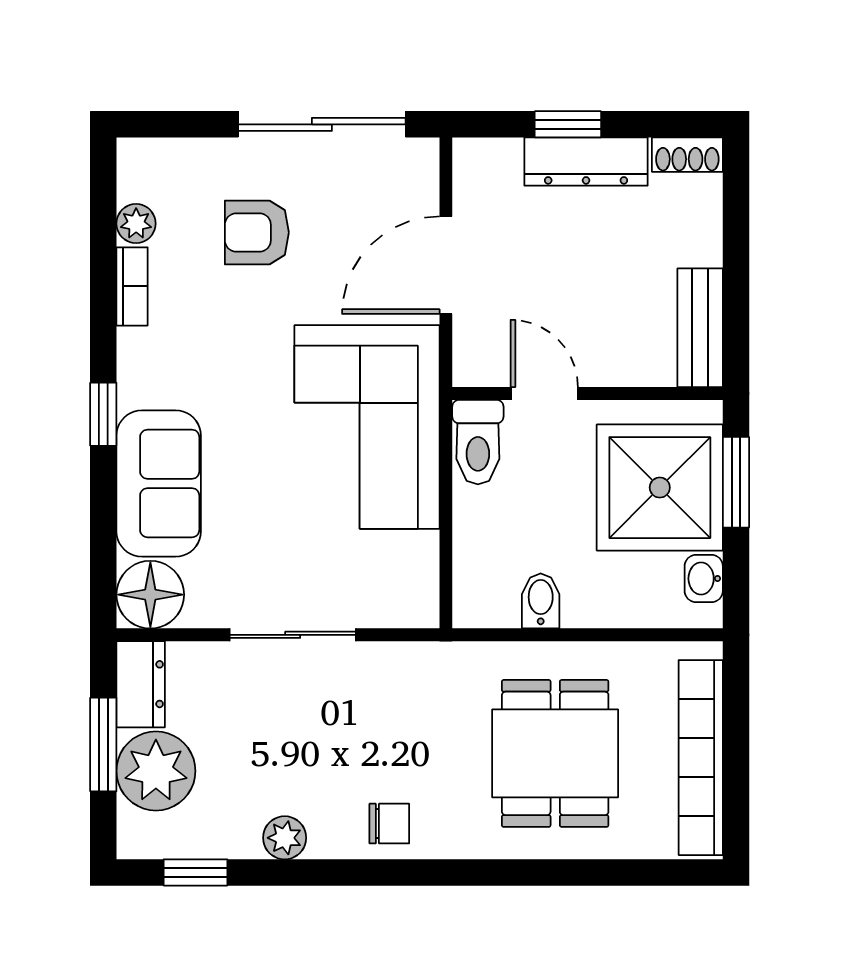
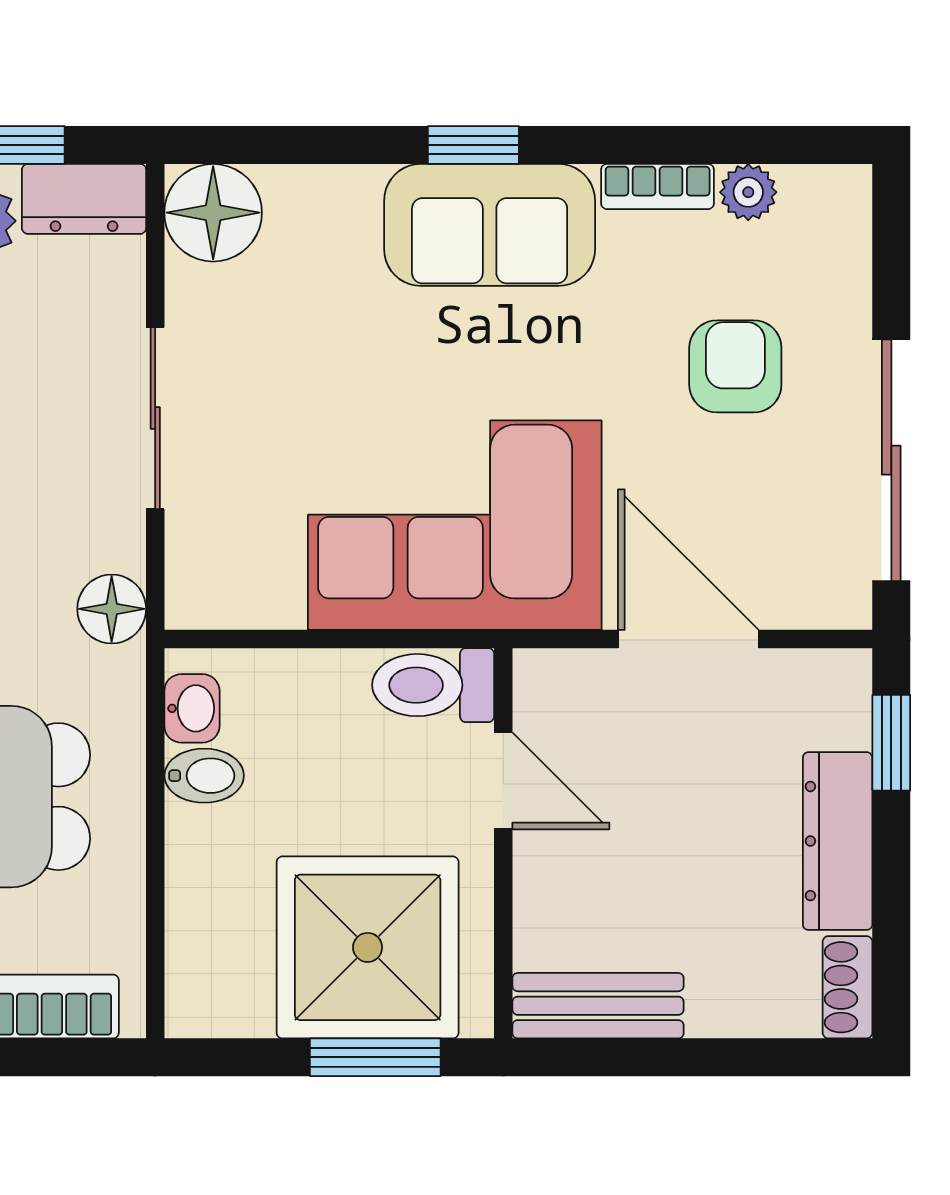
window: (568, 124) -> (891, 743), moved
door: (544, 393) -> (503, 781), hinge flipped
sofa: (159, 483) -> (490, 225), moved
washbasin: (704, 579) -> (192, 708), moved, turned 90
floor lamp: (425, 665) -> (112, 609), added

